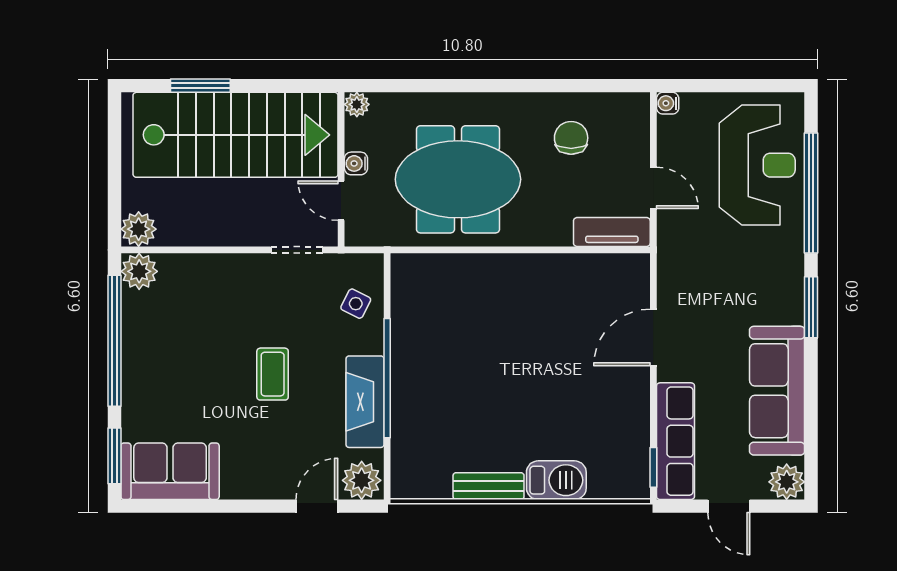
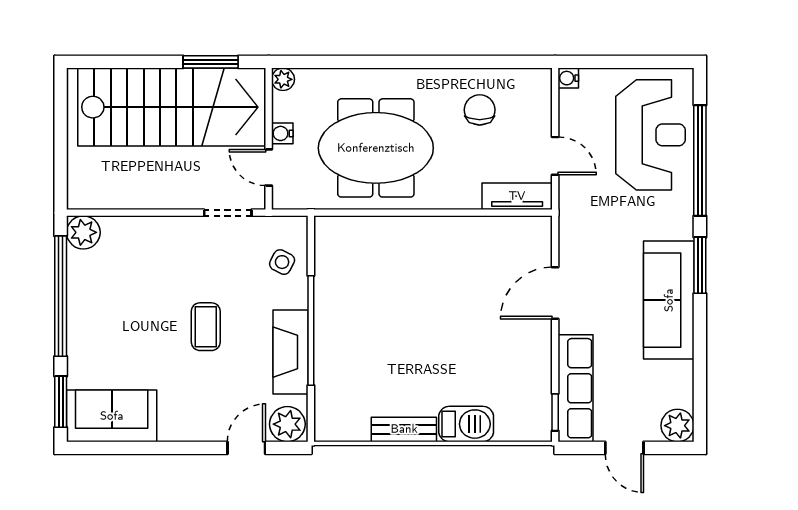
window: (200, 86) -> (211, 62), moved
plant: (139, 229) -> (83, 194), removed
sofa: (777, 391) -> (669, 300), moved

